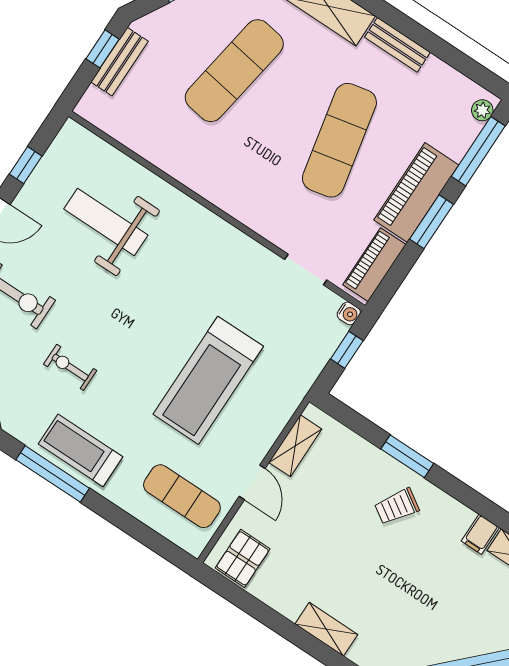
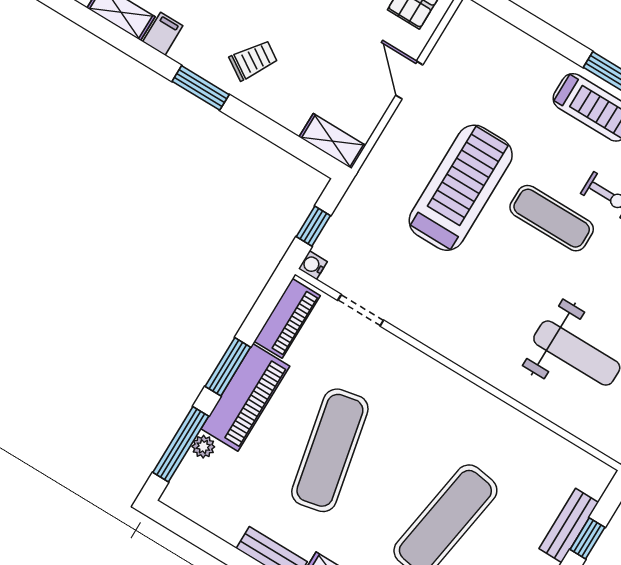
plant: (482, 110) -> (203, 447), moved
shelving: (295, 446) -> (332, 141), moved, turned 90
window: (407, 456) -> (201, 88), moved
exercise mat: (182, 496) -> (552, 218), moved

